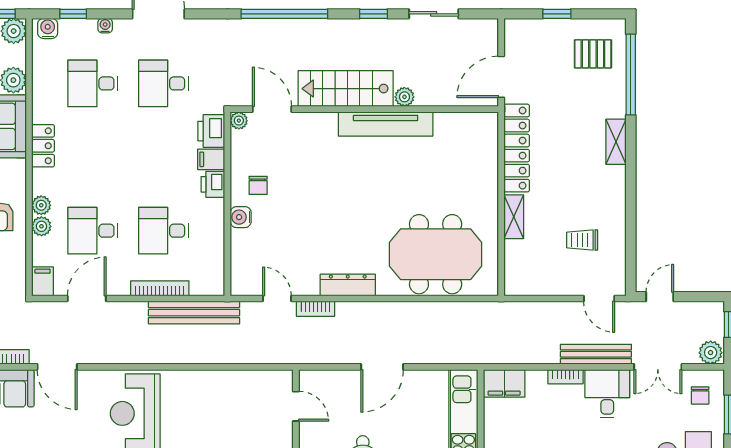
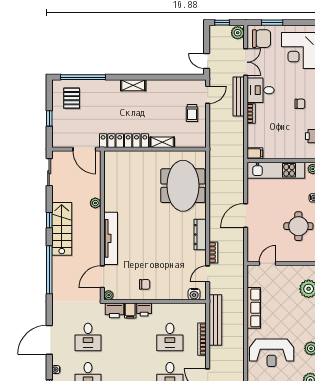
sliding door: (434, 14) -> (49, 172), moved
stairs: (346, 89) -> (62, 229), moved, turned 180
tv unit: (386, 124) -> (111, 238), moved
shelving: (616, 142) -> (133, 85), moved
water cooler: (241, 217) -> (194, 294), moved
trolley: (582, 240) -> (192, 113), moved
door: (382, 367) -> (246, 215), swing flipped
row of seats: (216, 382) -> (254, 308), added
filing cabinet: (504, 383) -> (255, 153), width x0.50
chair: (700, 395) -> (262, 39), width x1.87, depth x1.87

